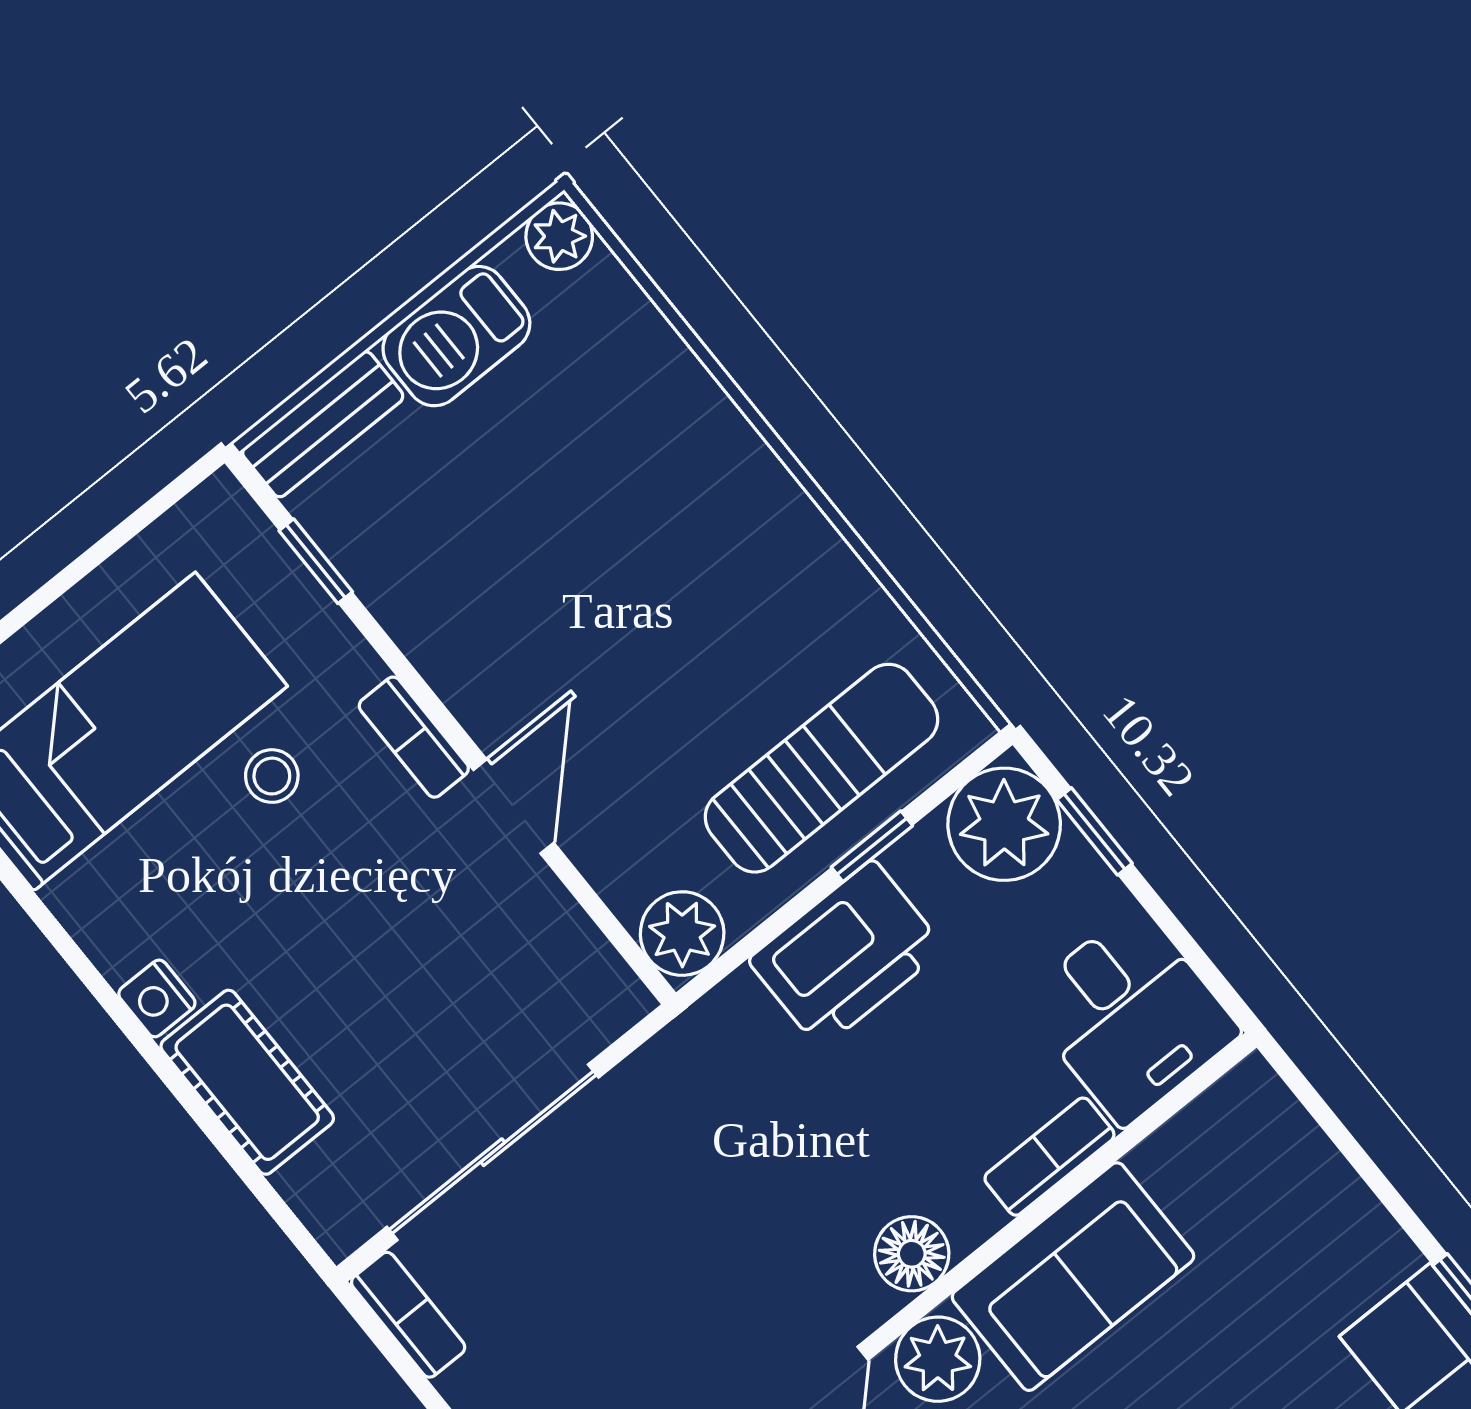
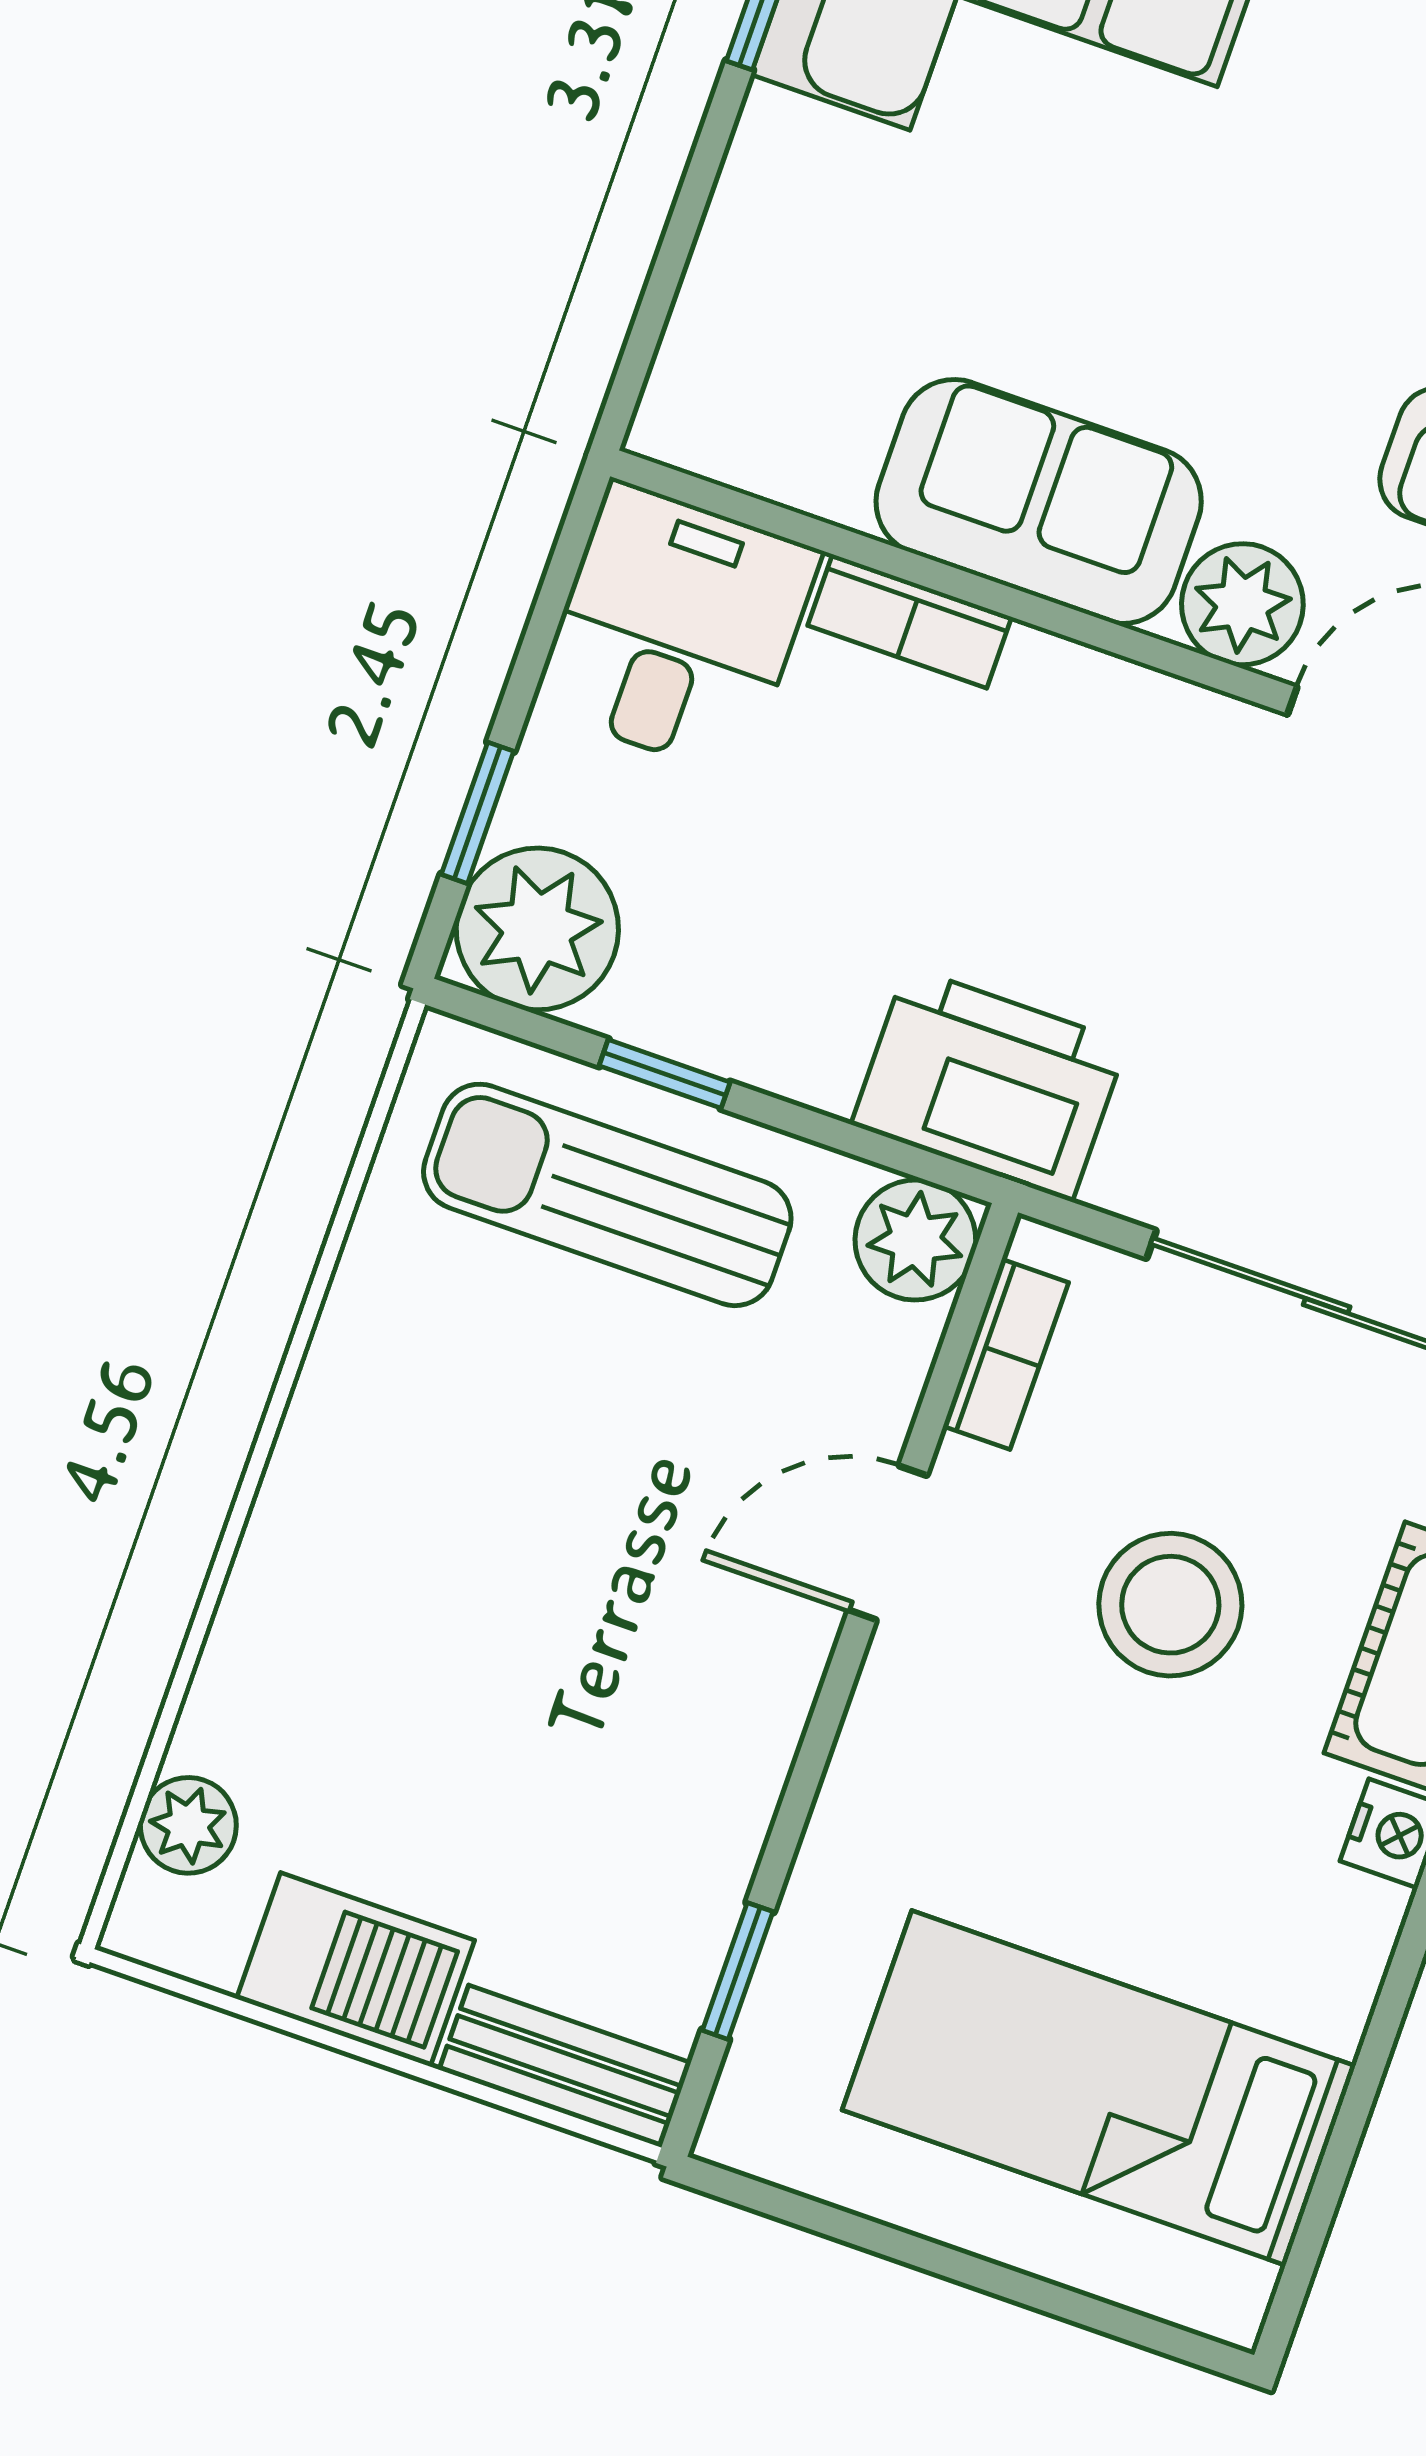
plant: (559, 236) -> (188, 1825), moved
bookcase: (414, 737) -> (1006, 1354), moved
stool: (272, 776) -> (1170, 1605), moved, width x1.89, depth x1.89
printer: (847, 954) -> (989, 1084), moved
floor lamp: (912, 1254) -> (1133, 716), removed

